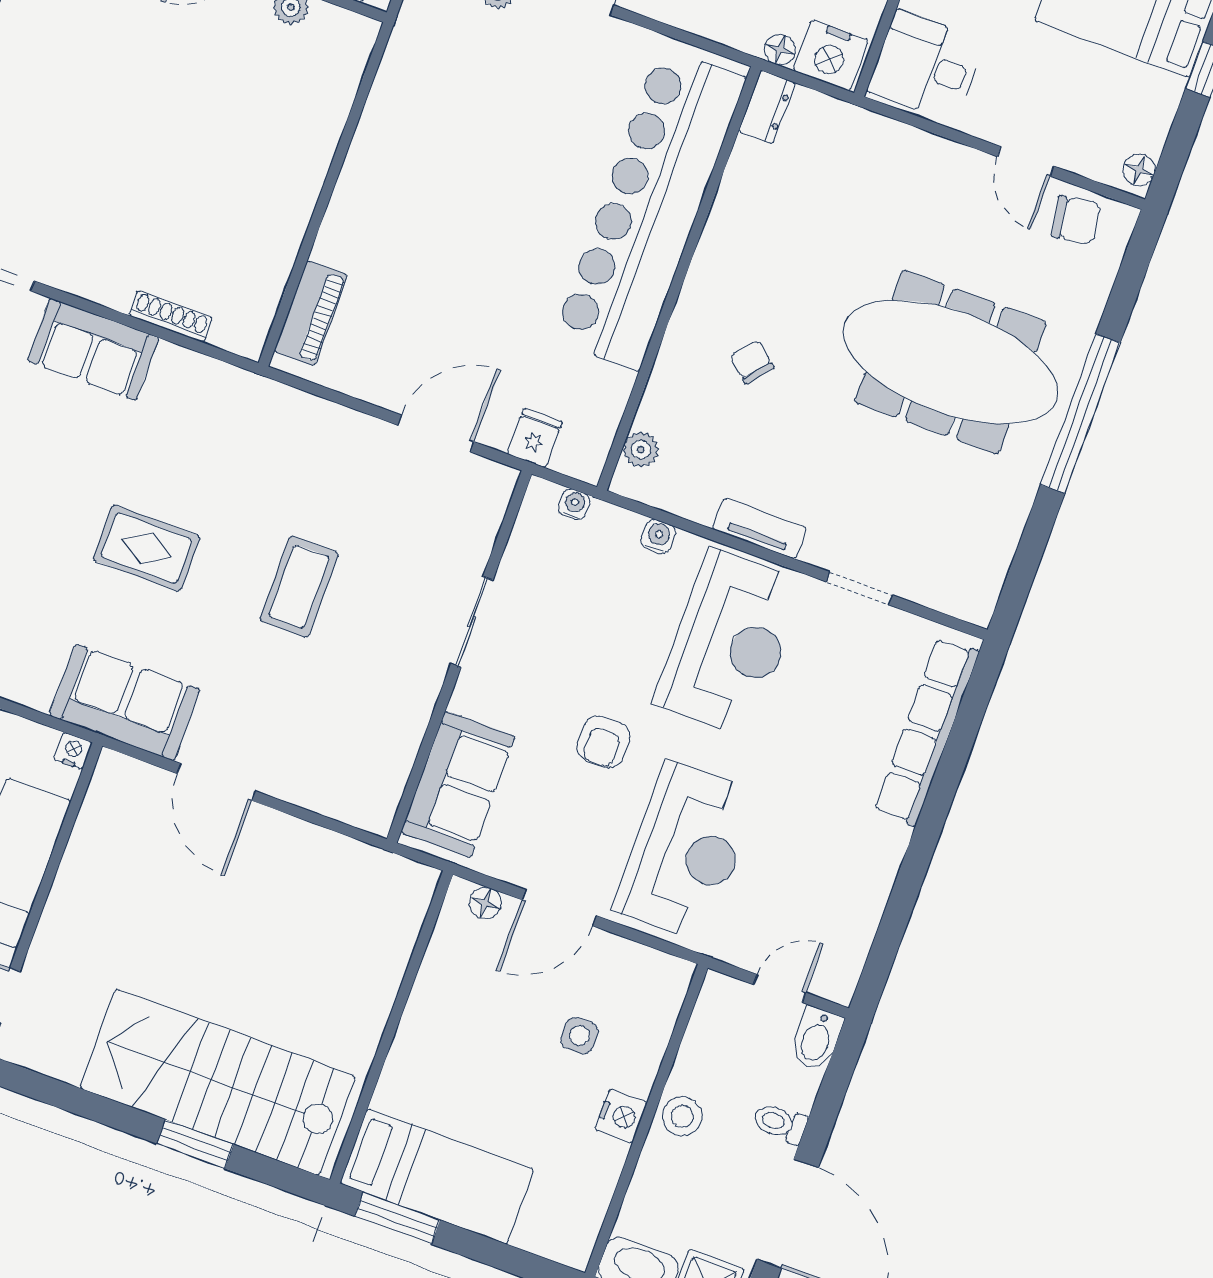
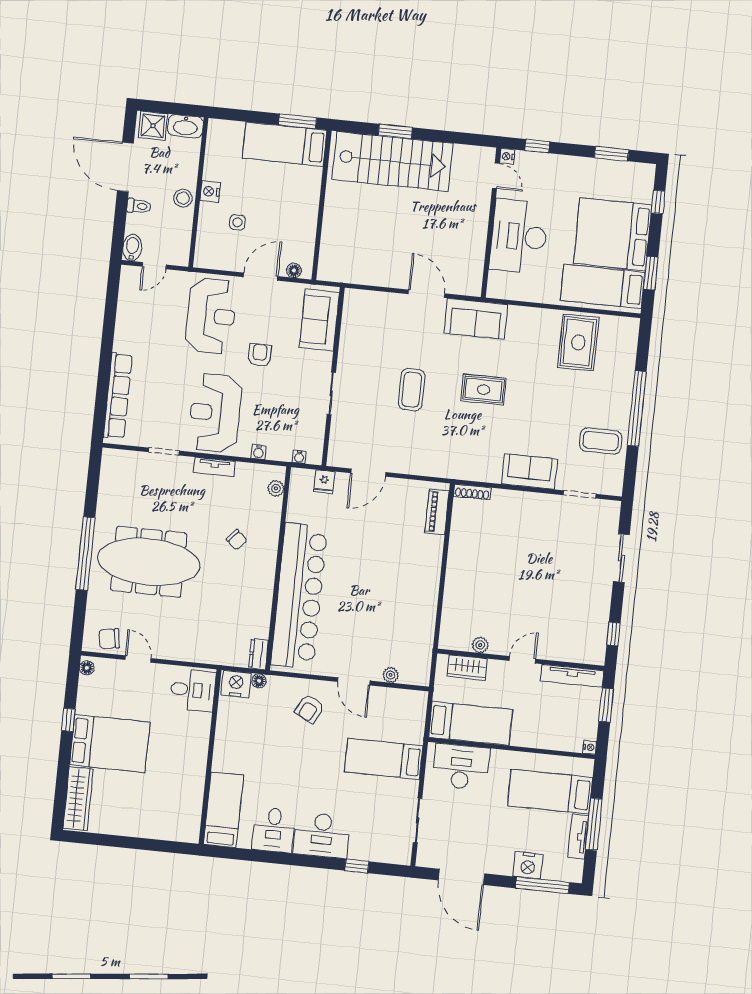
shoe rack: (171, 316) -> (472, 492), moved
nightstand: (73, 751) -> (493, 292), removed
reception desk: (686, 851) -> (211, 316), turned 180

